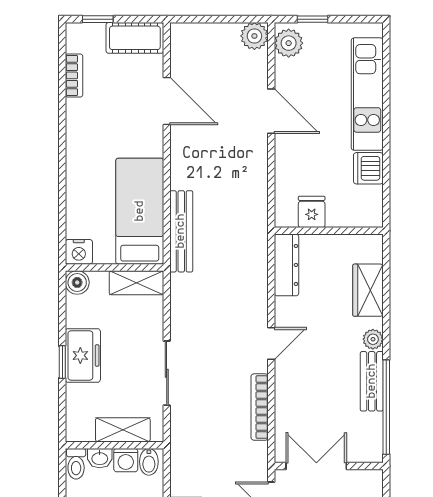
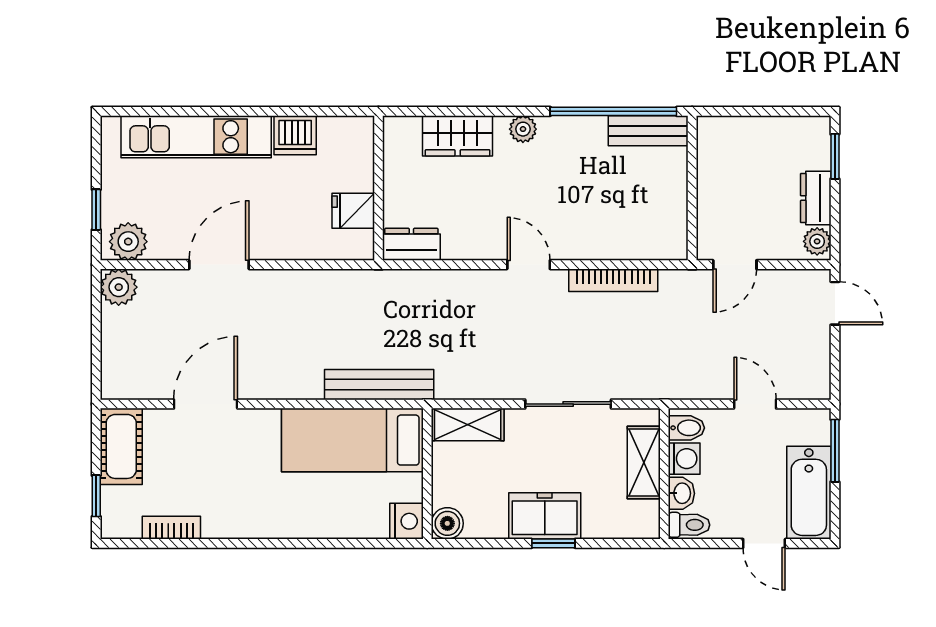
dresser: (287, 265) -> (411, 244), width x0.70
shelving: (136, 283) -> (468, 424), moved, turned 90
bench: (372, 381) -> (648, 131), moved
double door: (316, 466) -> (692, 205), removed

